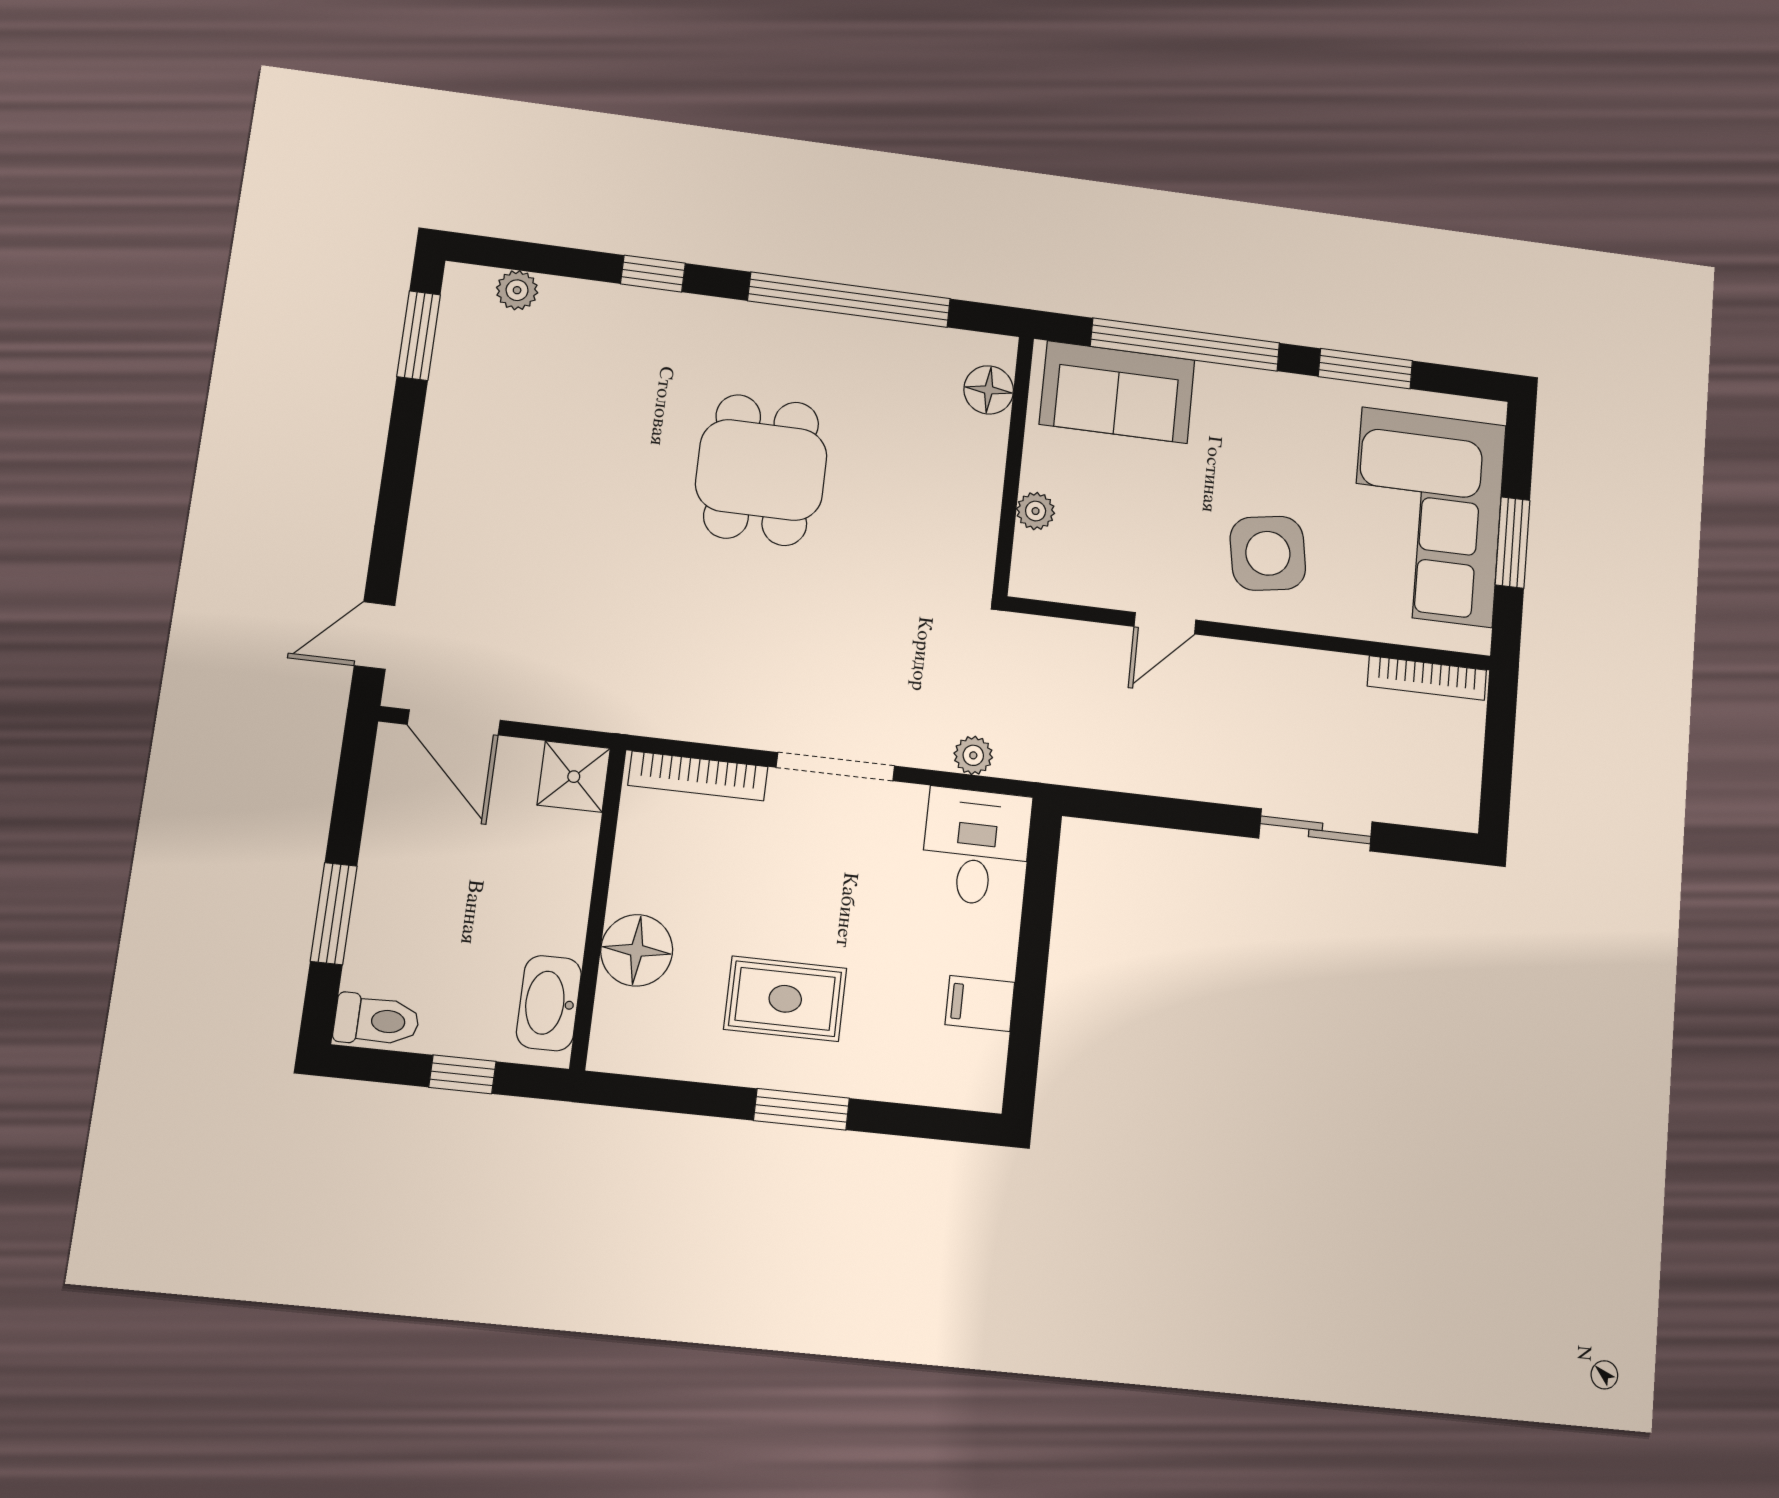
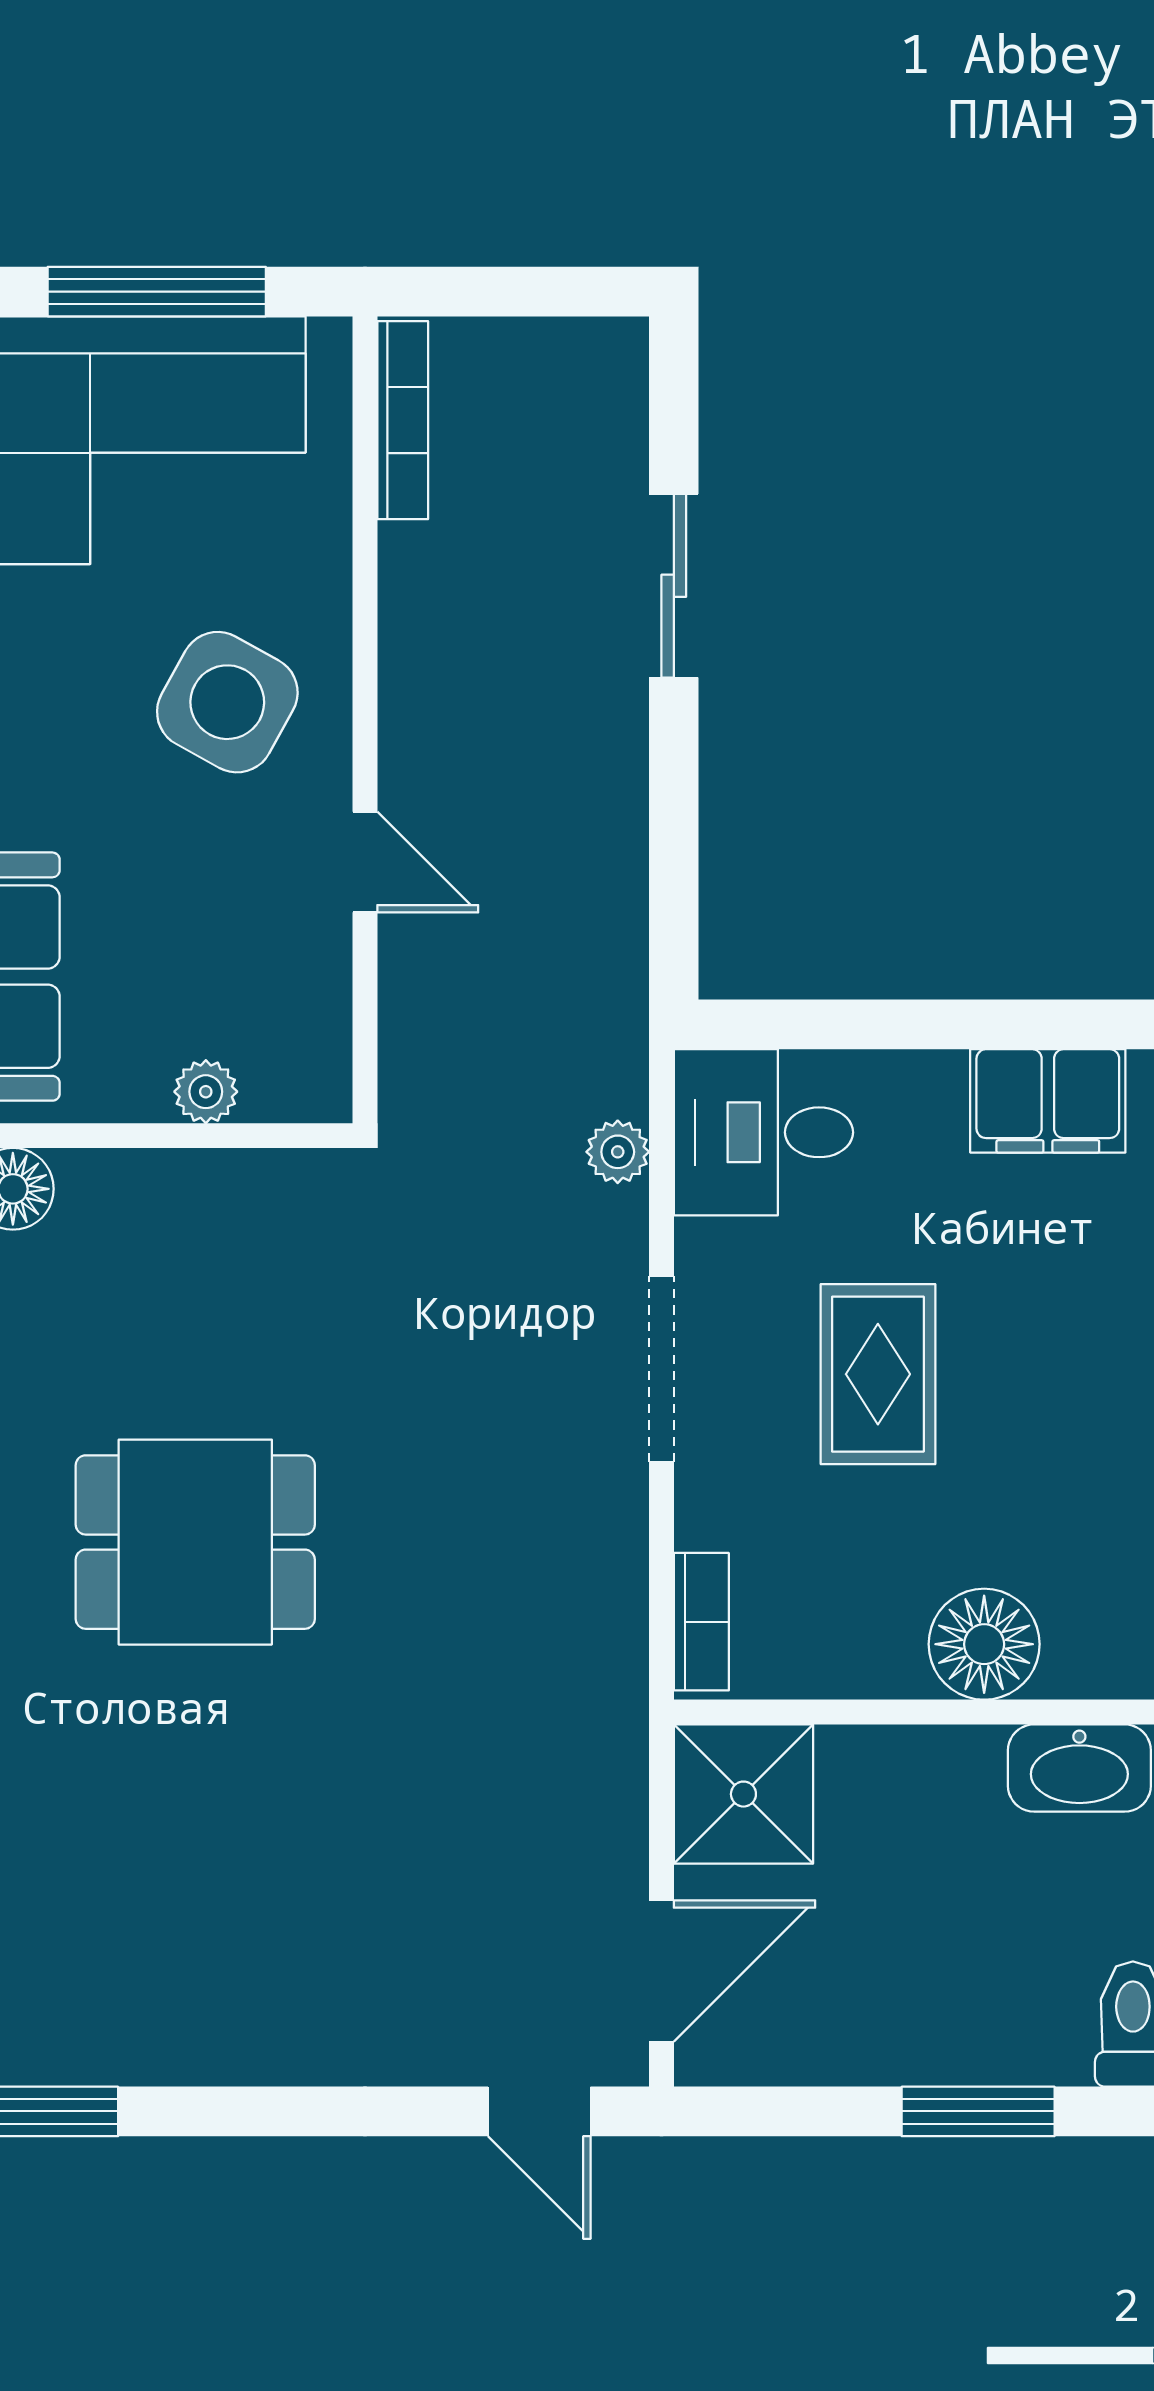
window: (1513, 543) -> (157, 292), width x1.44
side table: (1268, 553) -> (227, 702), turned 38
bookcase: (698, 776) -> (701, 1622), width x0.64
shower: (574, 777) -> (743, 1794), width x1.36, depth x1.36
rug: (785, 999) -> (878, 1374), moved
filing cabinet: (980, 1004) -> (1048, 1101), width x2.00

